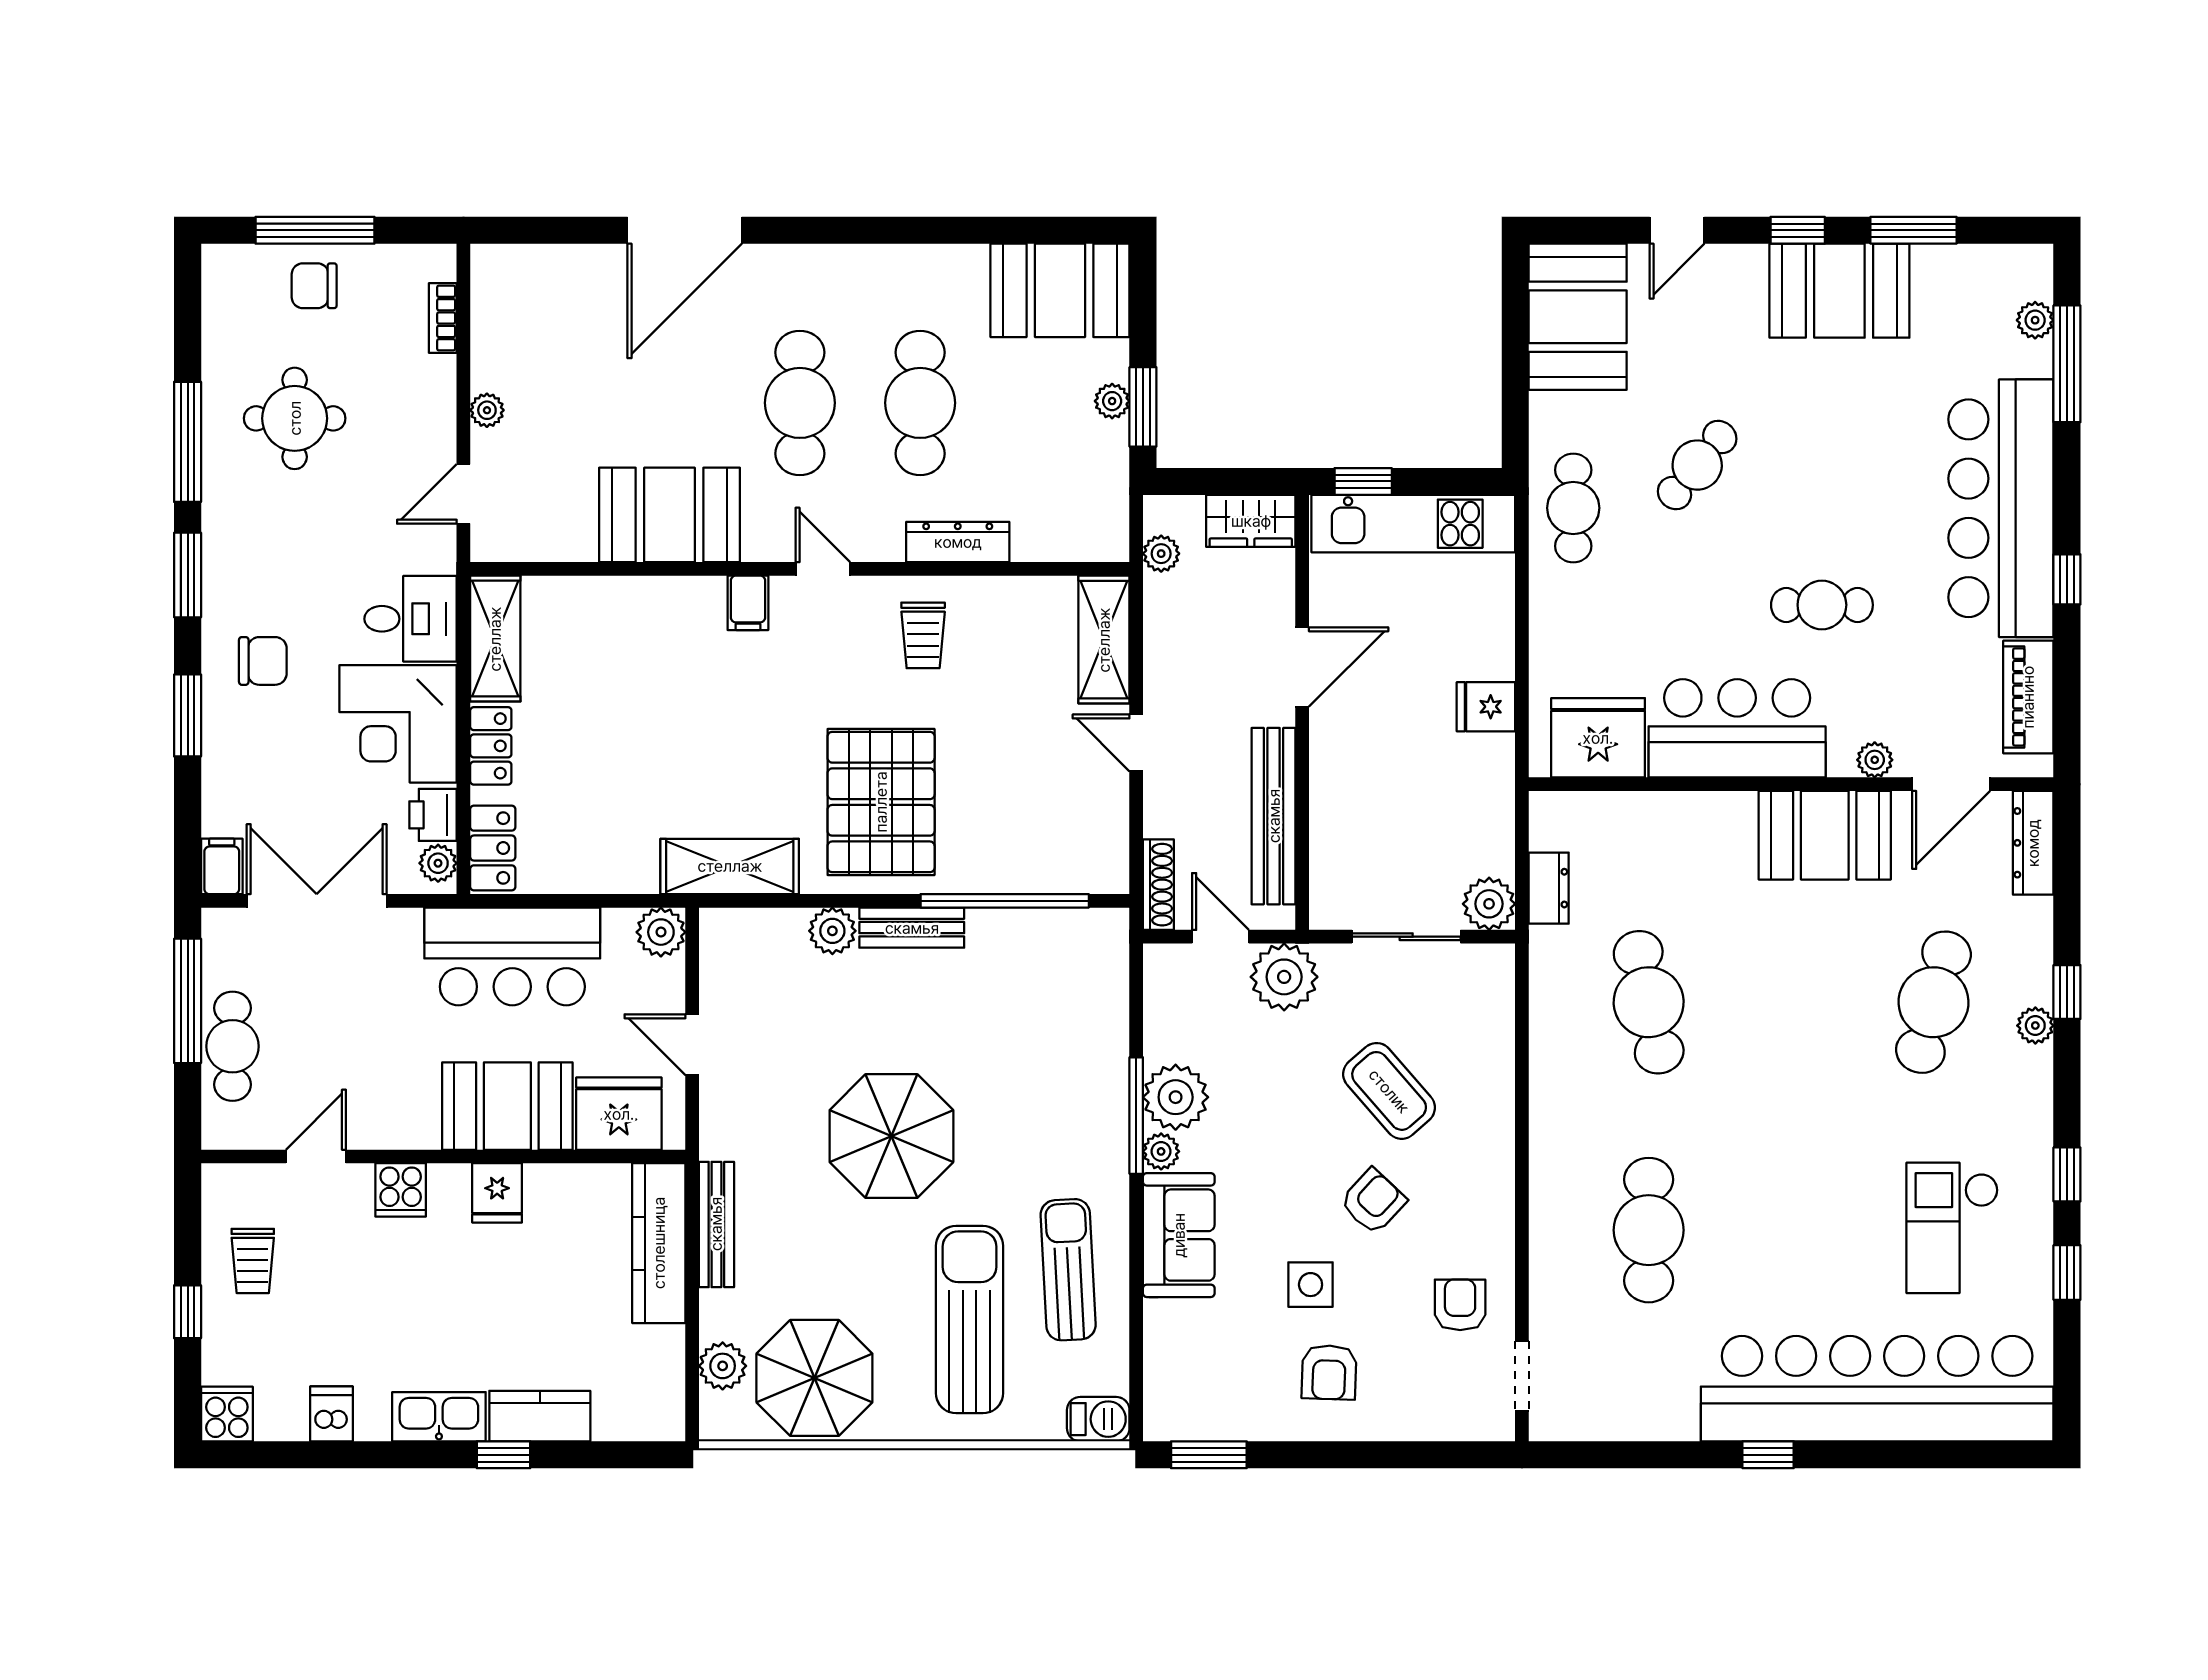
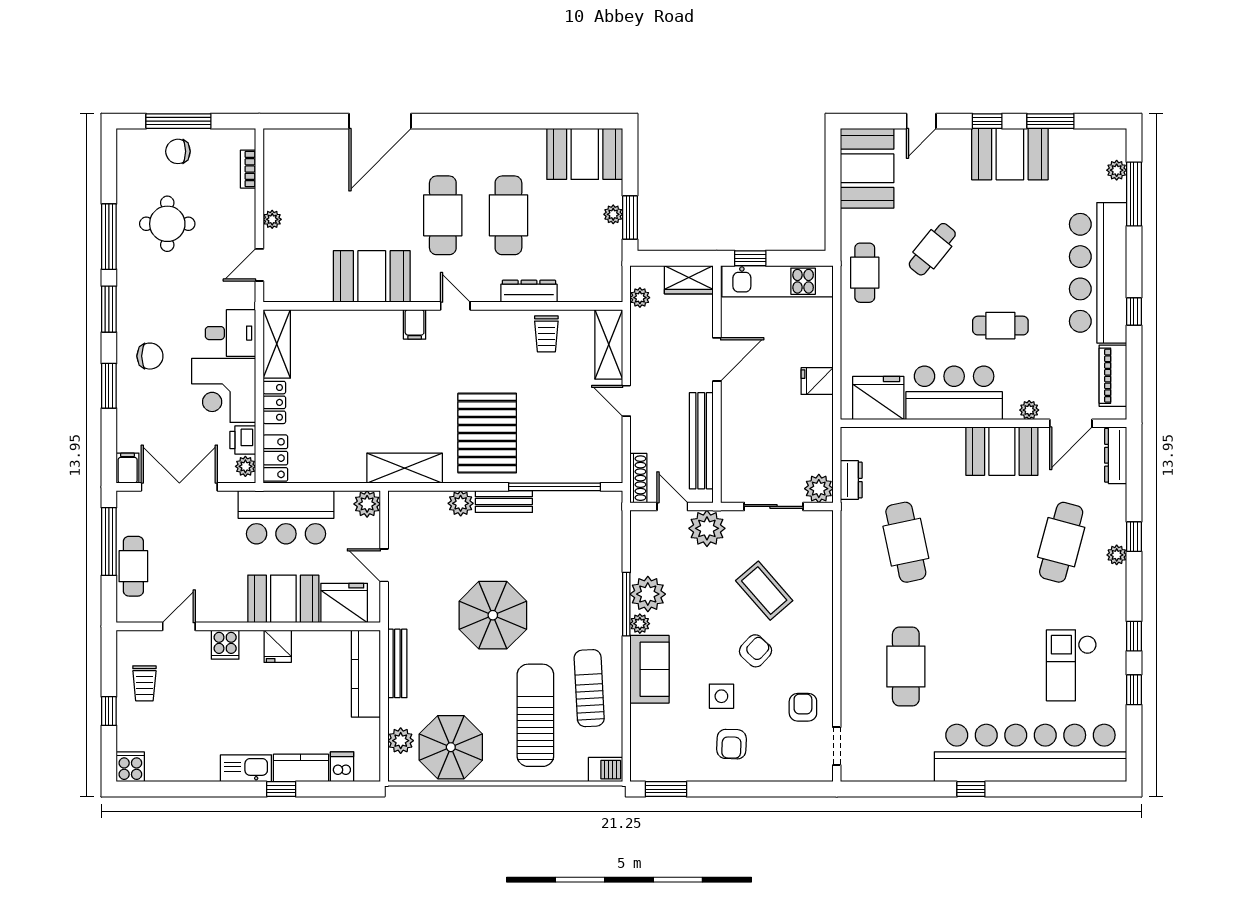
trolley: (923, 635) -> (546, 334), moved
dishwasher: (331, 1414) -> (342, 767), moved

